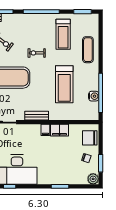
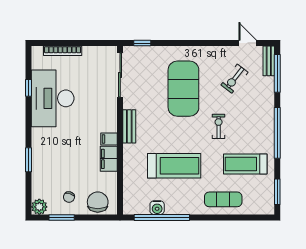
treadmill: (64, 84) -> (174, 166), turned 180

